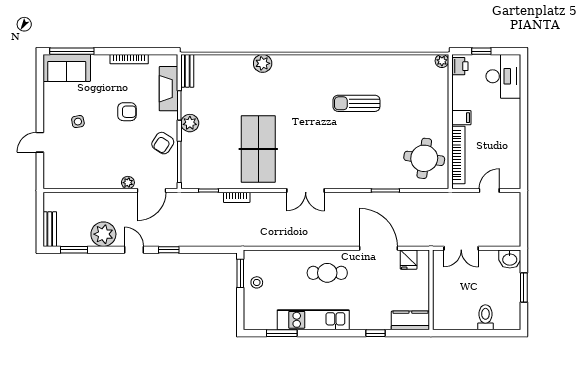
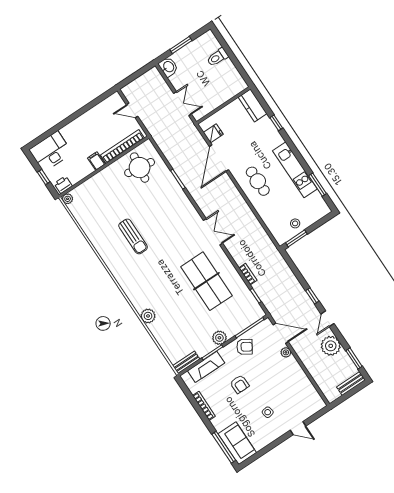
armchair: (127, 112) -> (240, 384), turned 180
table tennis table: (258, 149) -> (206, 281), turned 90

